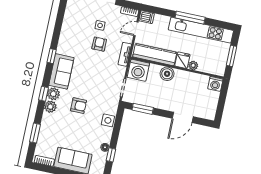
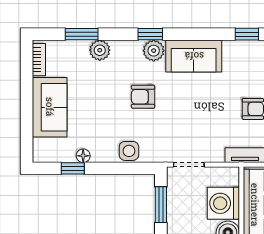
window: (52, 56) -> (247, 34), moved
washing machine: (138, 70) -> (223, 203), moved
armchair: (79, 106) -> (143, 97), turned 90
plant: (50, 107) -> (100, 50), moved

